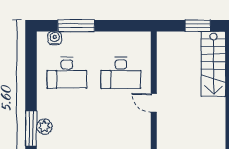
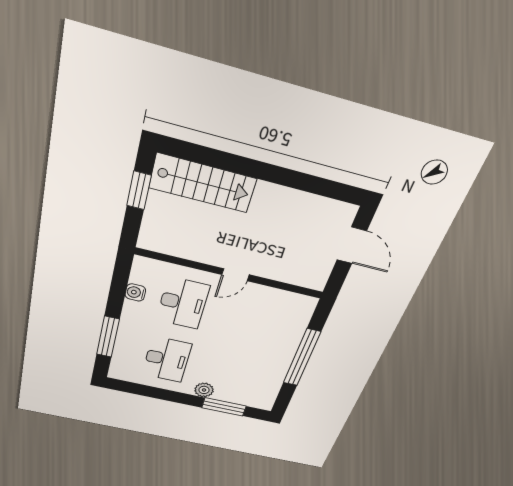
water cooler: (55, 38) -> (135, 292), moved
plant: (44, 127) -> (204, 390), moved

